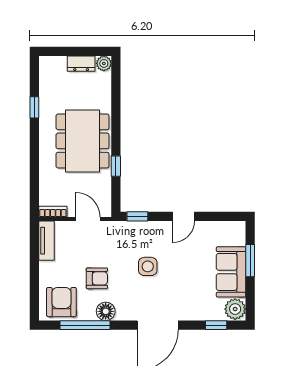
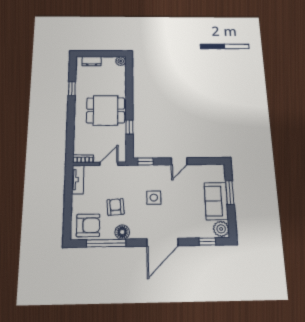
dresser: (81, 64) -> (92, 61), moved
dining table: (83, 141) -> (106, 110), width x0.73
door: (88, 219) -> (109, 164), hinge flipped
armchair: (97, 278) -> (115, 207), turned -94
armchair: (61, 302) -> (88, 225), turned 90

